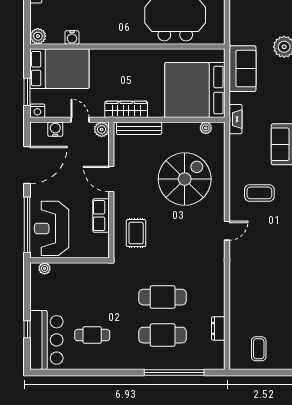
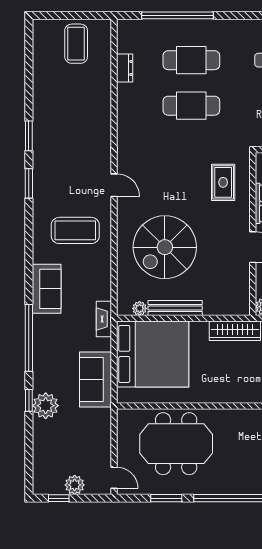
bench: (139, 128) -> (175, 308), moved
coffee table: (259, 193) -> (75, 230), width x1.36, depth x1.32
door: (227, 231) -> (114, 185), swing flipped
coffee table: (259, 349) -> (76, 44), width x1.36, depth x1.30

